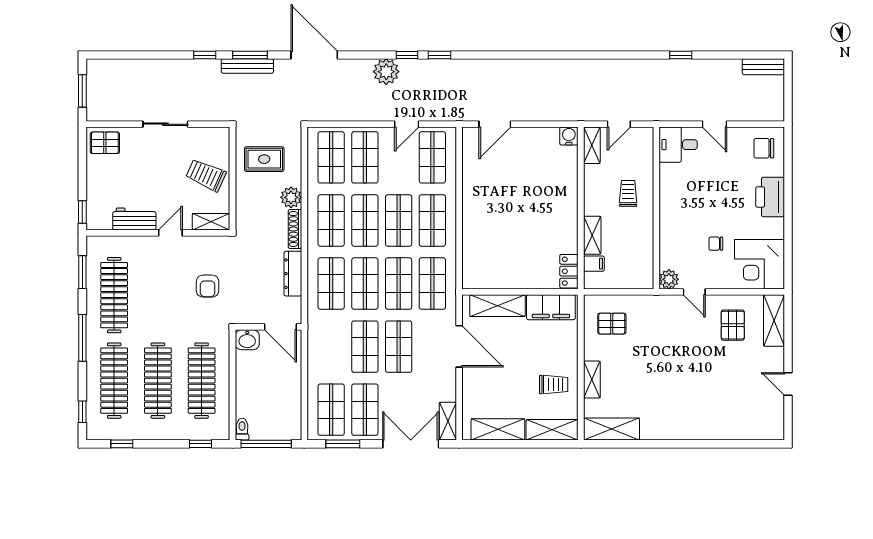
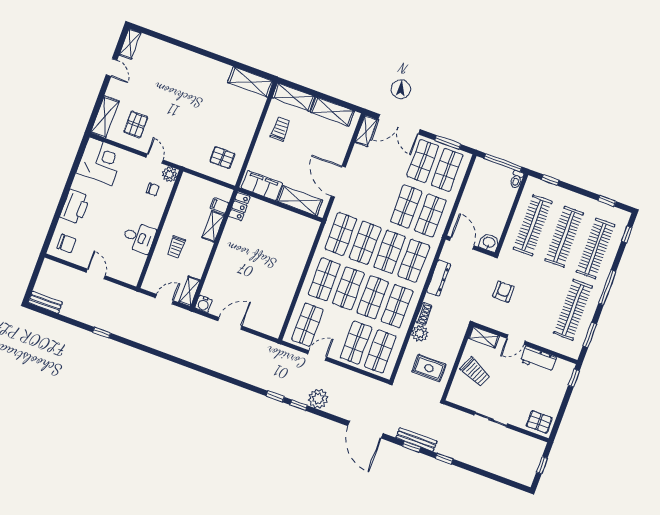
window: (250, 55) -> (412, 447), width x0.67
window: (82, 91) -> (542, 465), width x0.67
door: (495, 124) -> (230, 323), moved
desk: (678, 145) -> (139, 238), moved
shoe rack: (295, 229) -> (424, 314), width x0.70
chair: (716, 244) -> (153, 189), moved
shop shelf: (399, 347) -> (430, 215), moved
shelving: (592, 380) -> (130, 44), moved
trolley: (554, 385) -> (280, 129), turned 90

